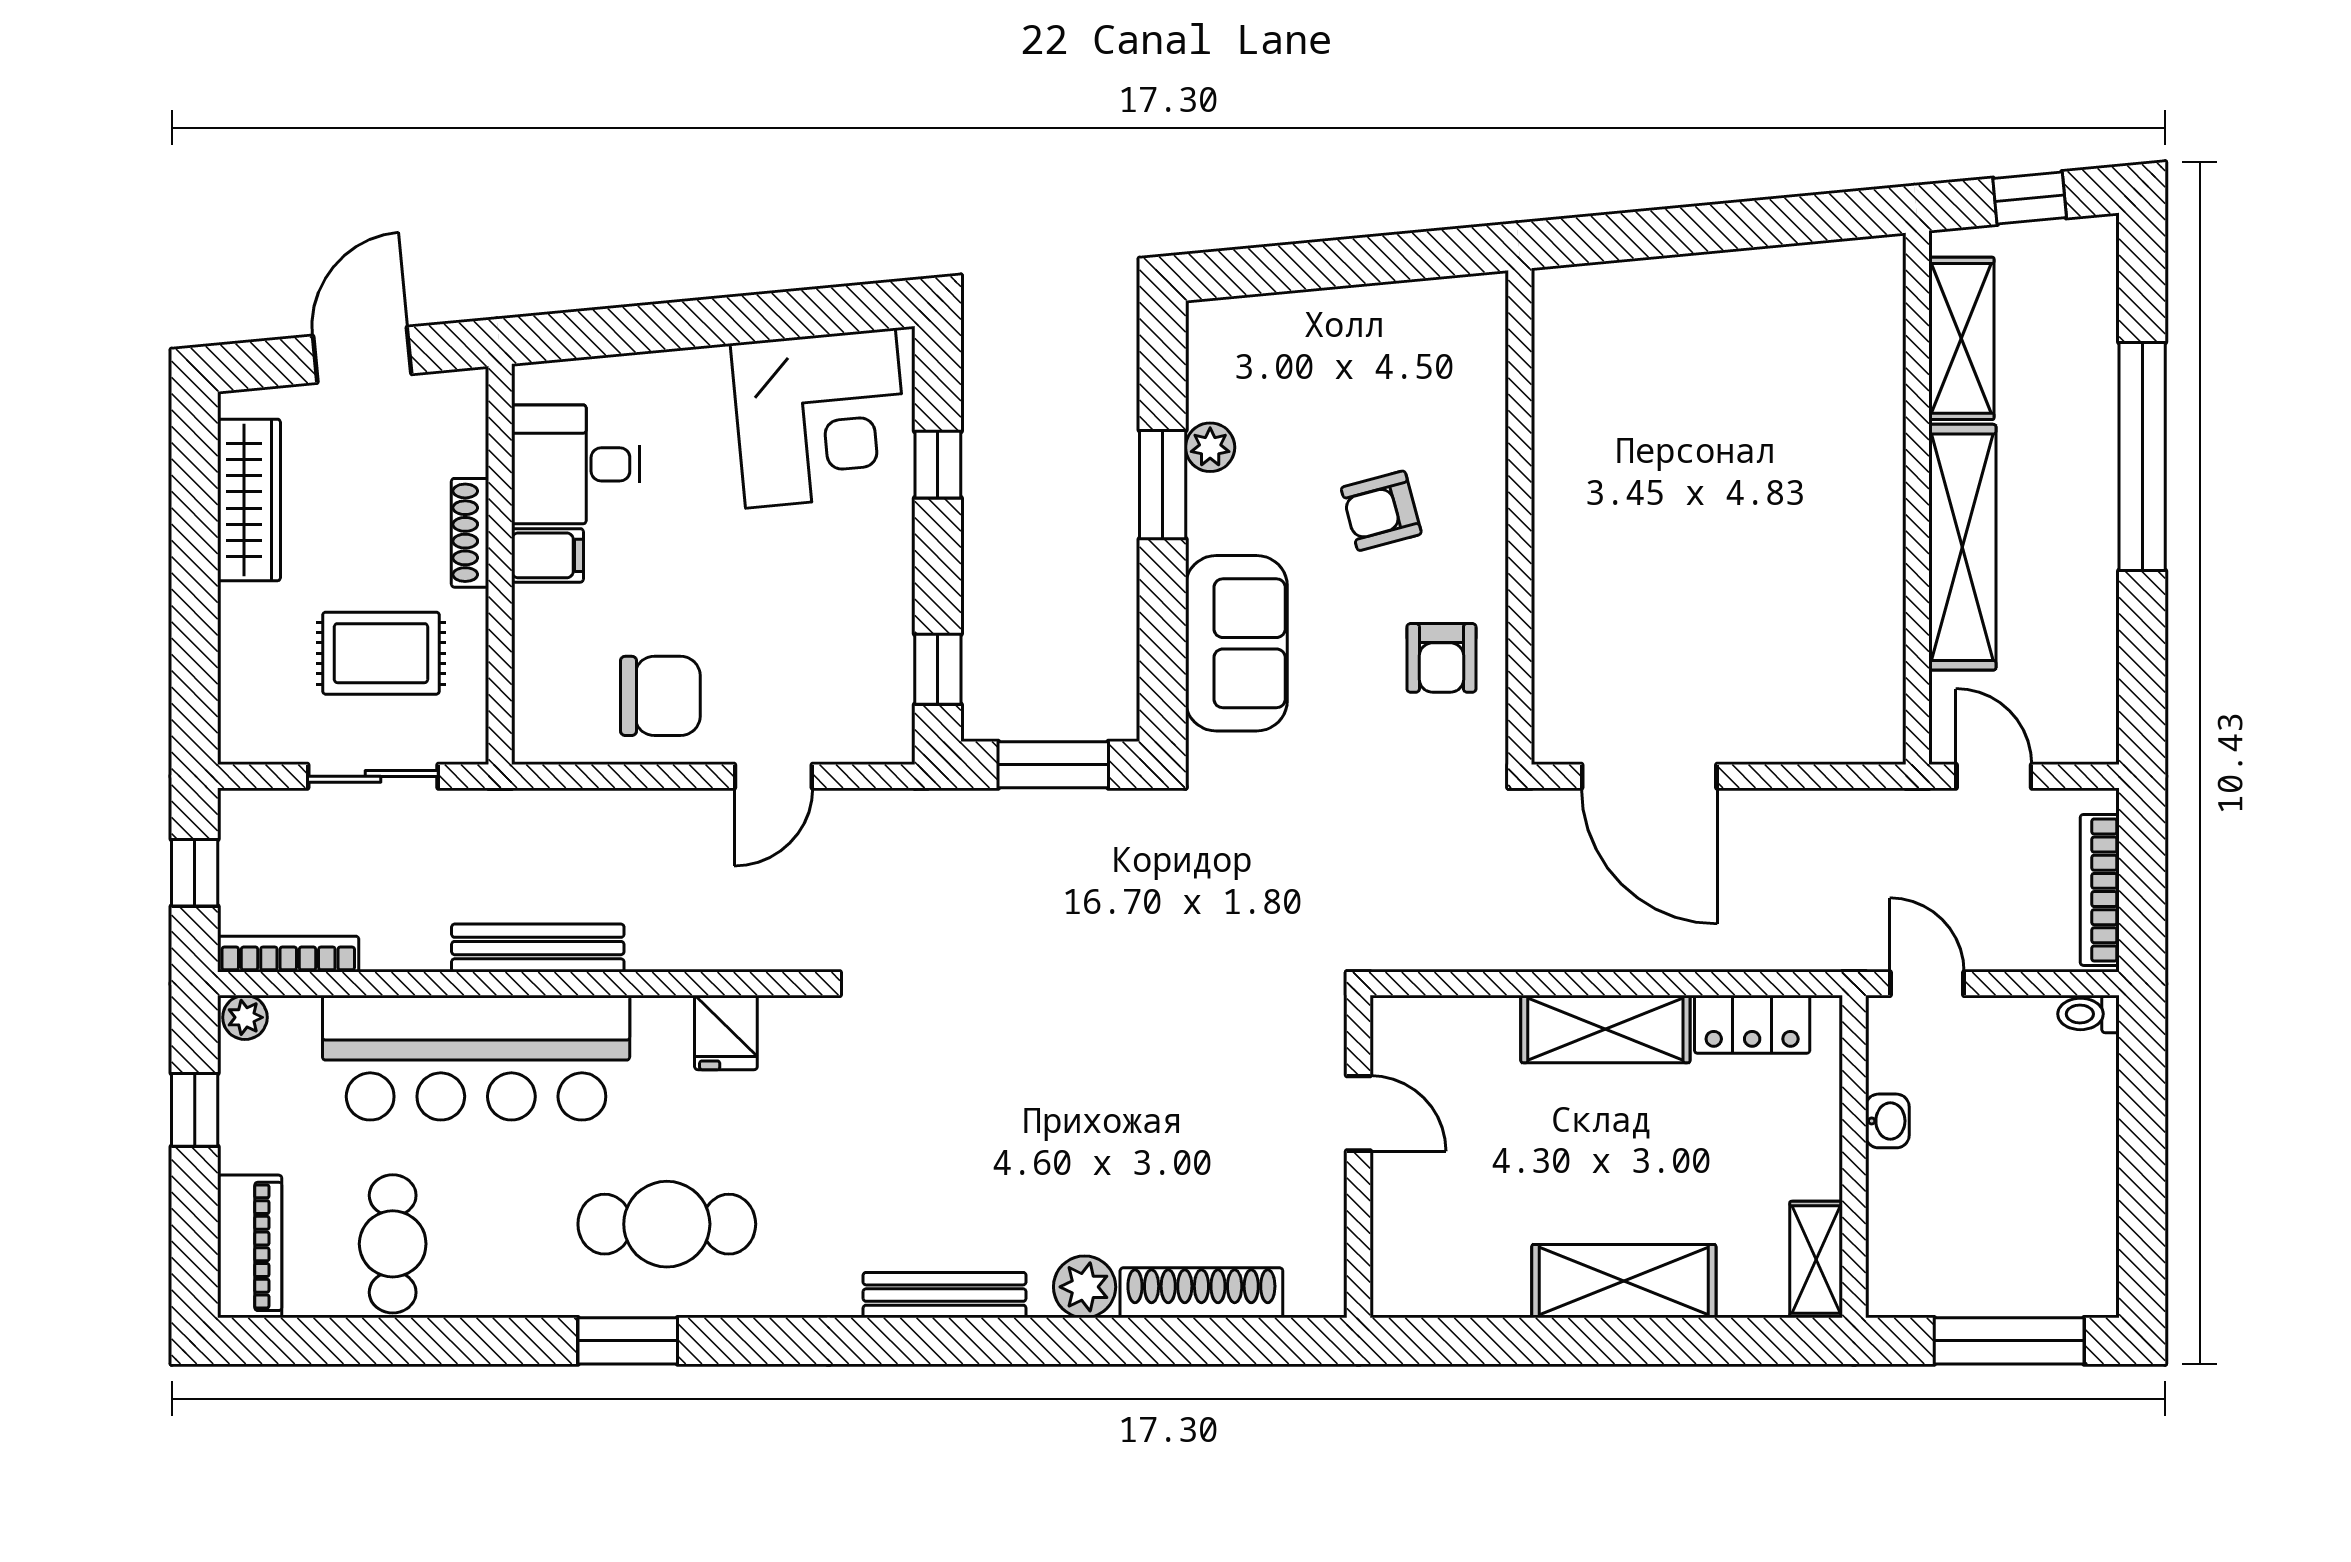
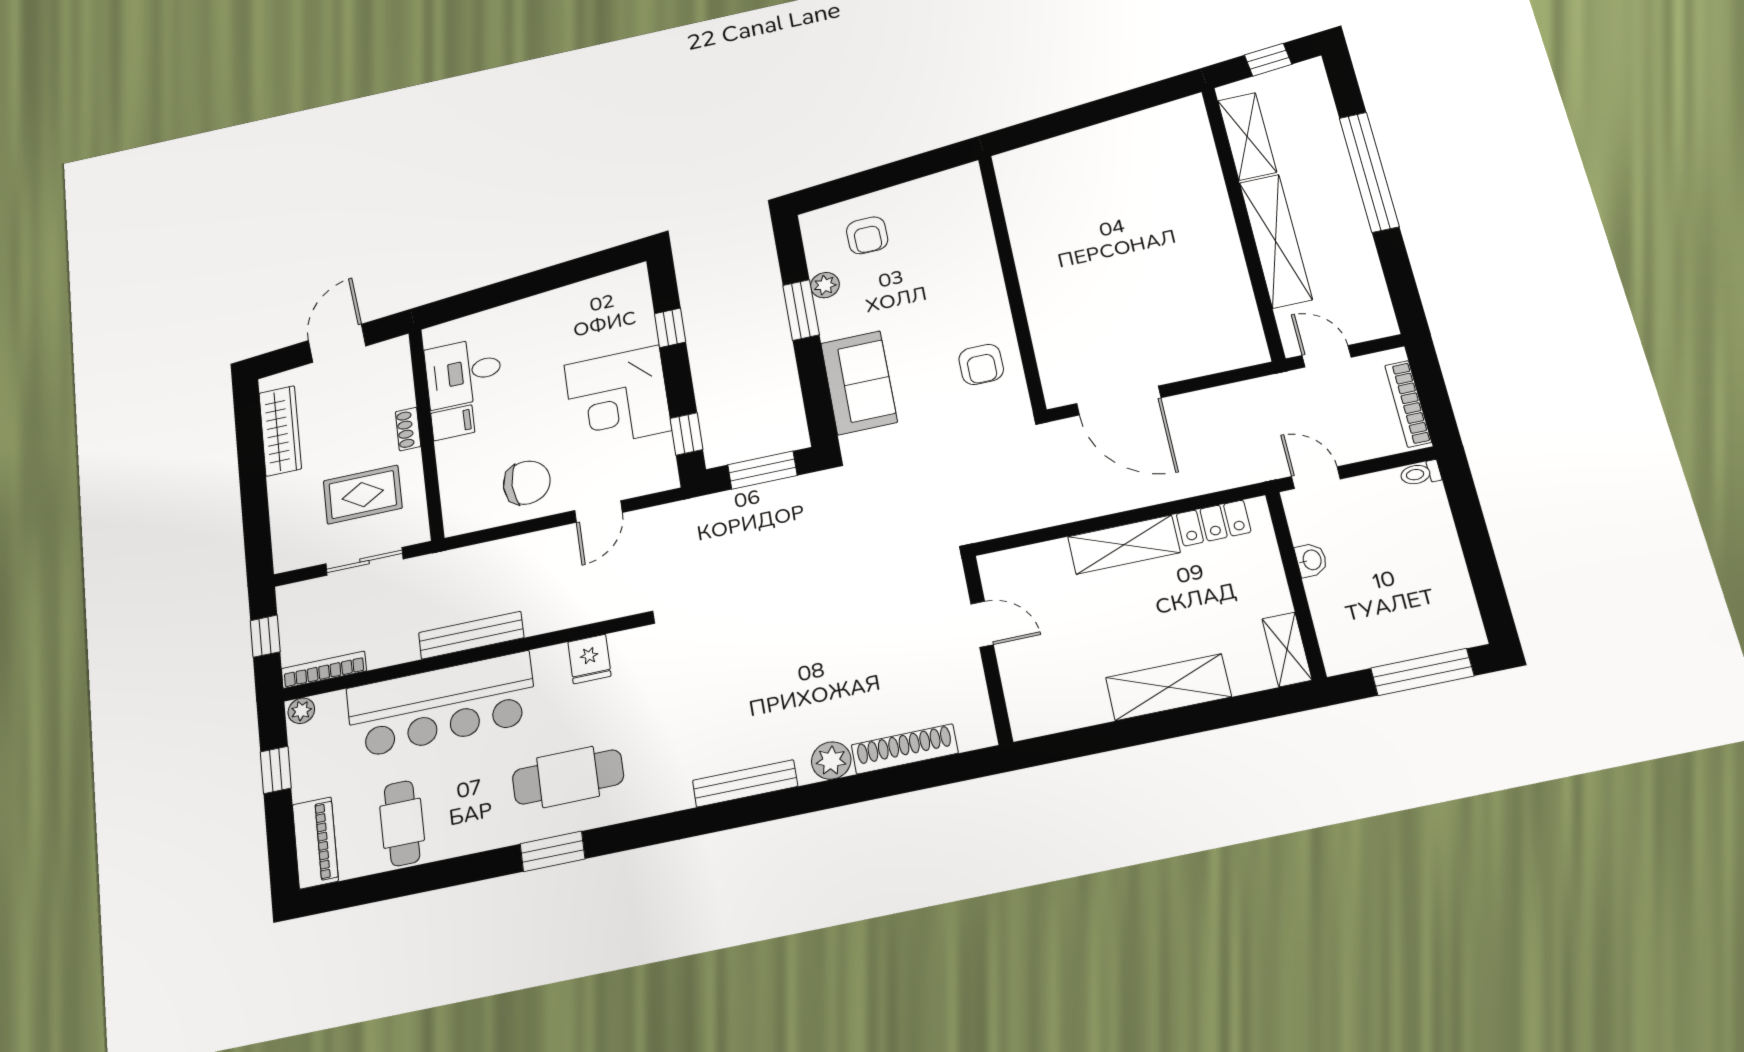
corner desk: (820, 418) -> (618, 398), moved, turned 95
armchair: (1381, 511) -> (867, 235), moved, turned -76
shoe rack: (470, 533) -> (408, 429), width x0.70

